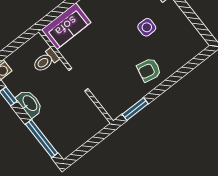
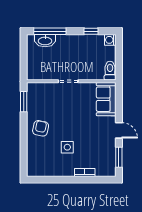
toilet: (46, 61) -> (110, 71), moved
washbasin: (30, 103) -> (45, 41), moved

